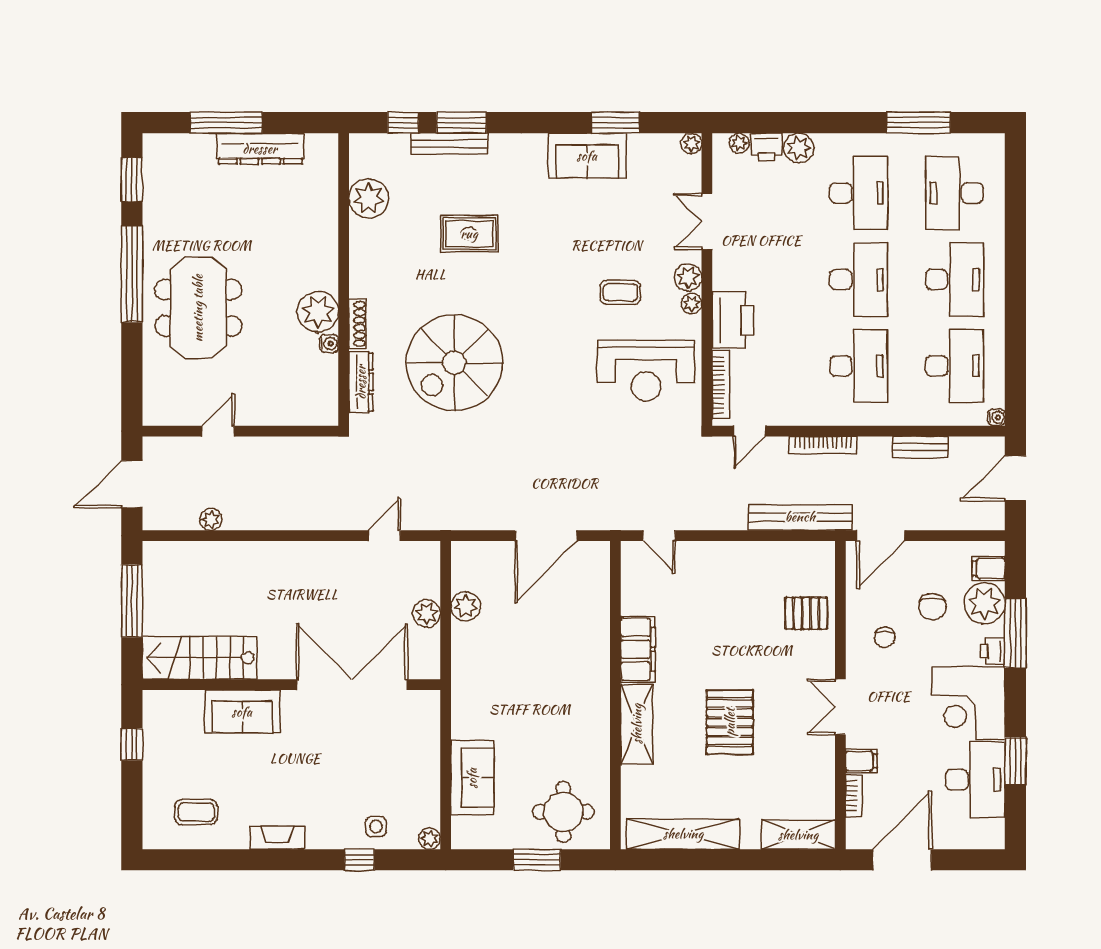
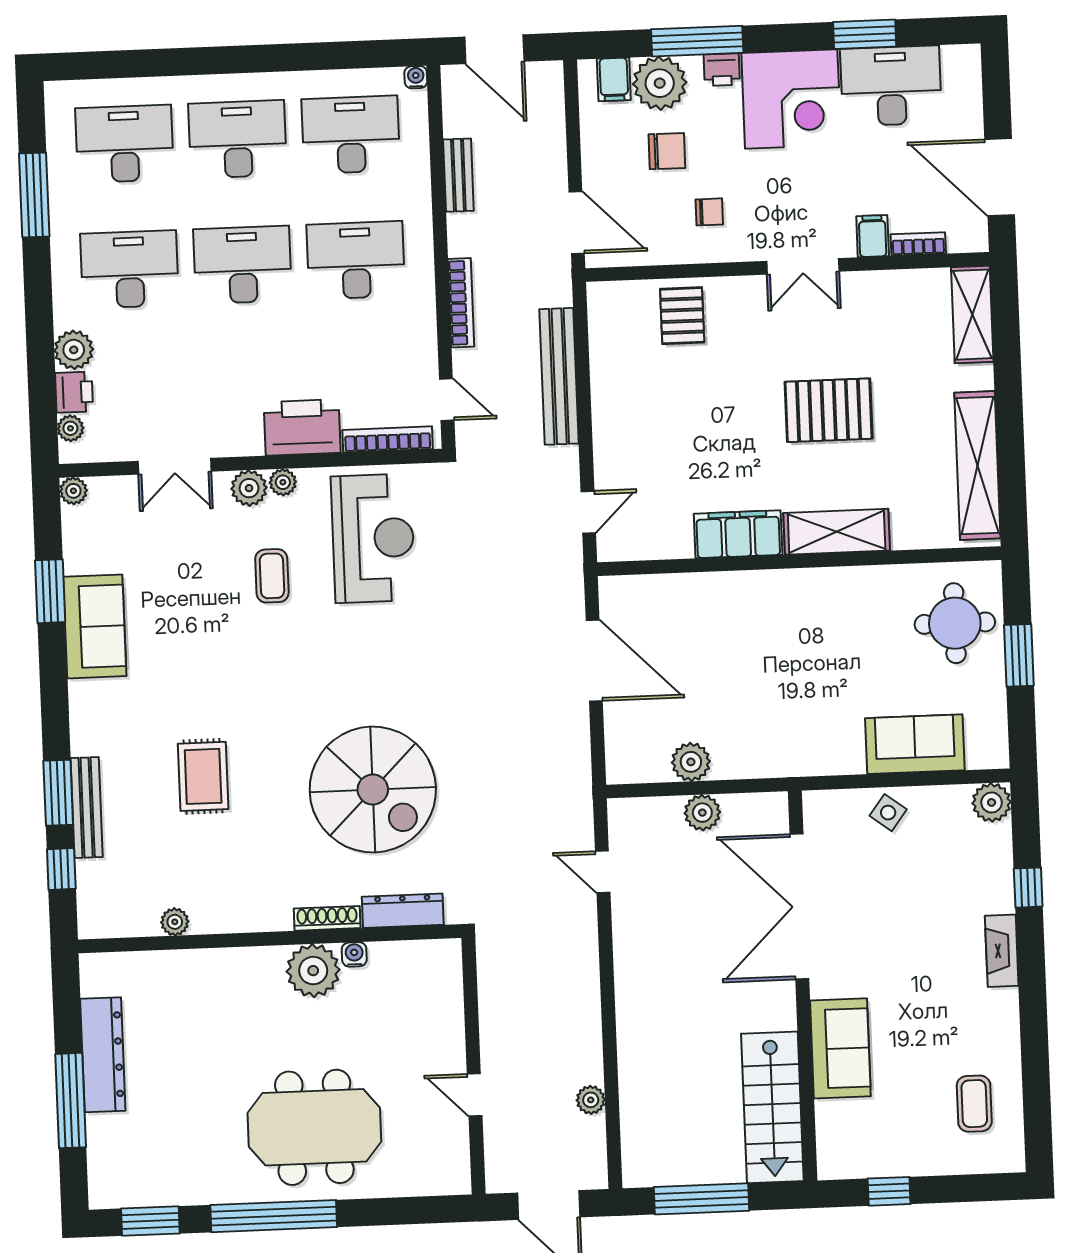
desk: (955, 193) -> (124, 144), turned 180
plant: (369, 198) -> (175, 922), width x0.53, depth x0.53
bench: (800, 517) -> (559, 376), moved
side table: (376, 826) -> (888, 813), moved, turned 37
fireplace: (277, 838) -> (1002, 951), moved
plant: (429, 838) -> (992, 802), width x1.38, depth x1.38

